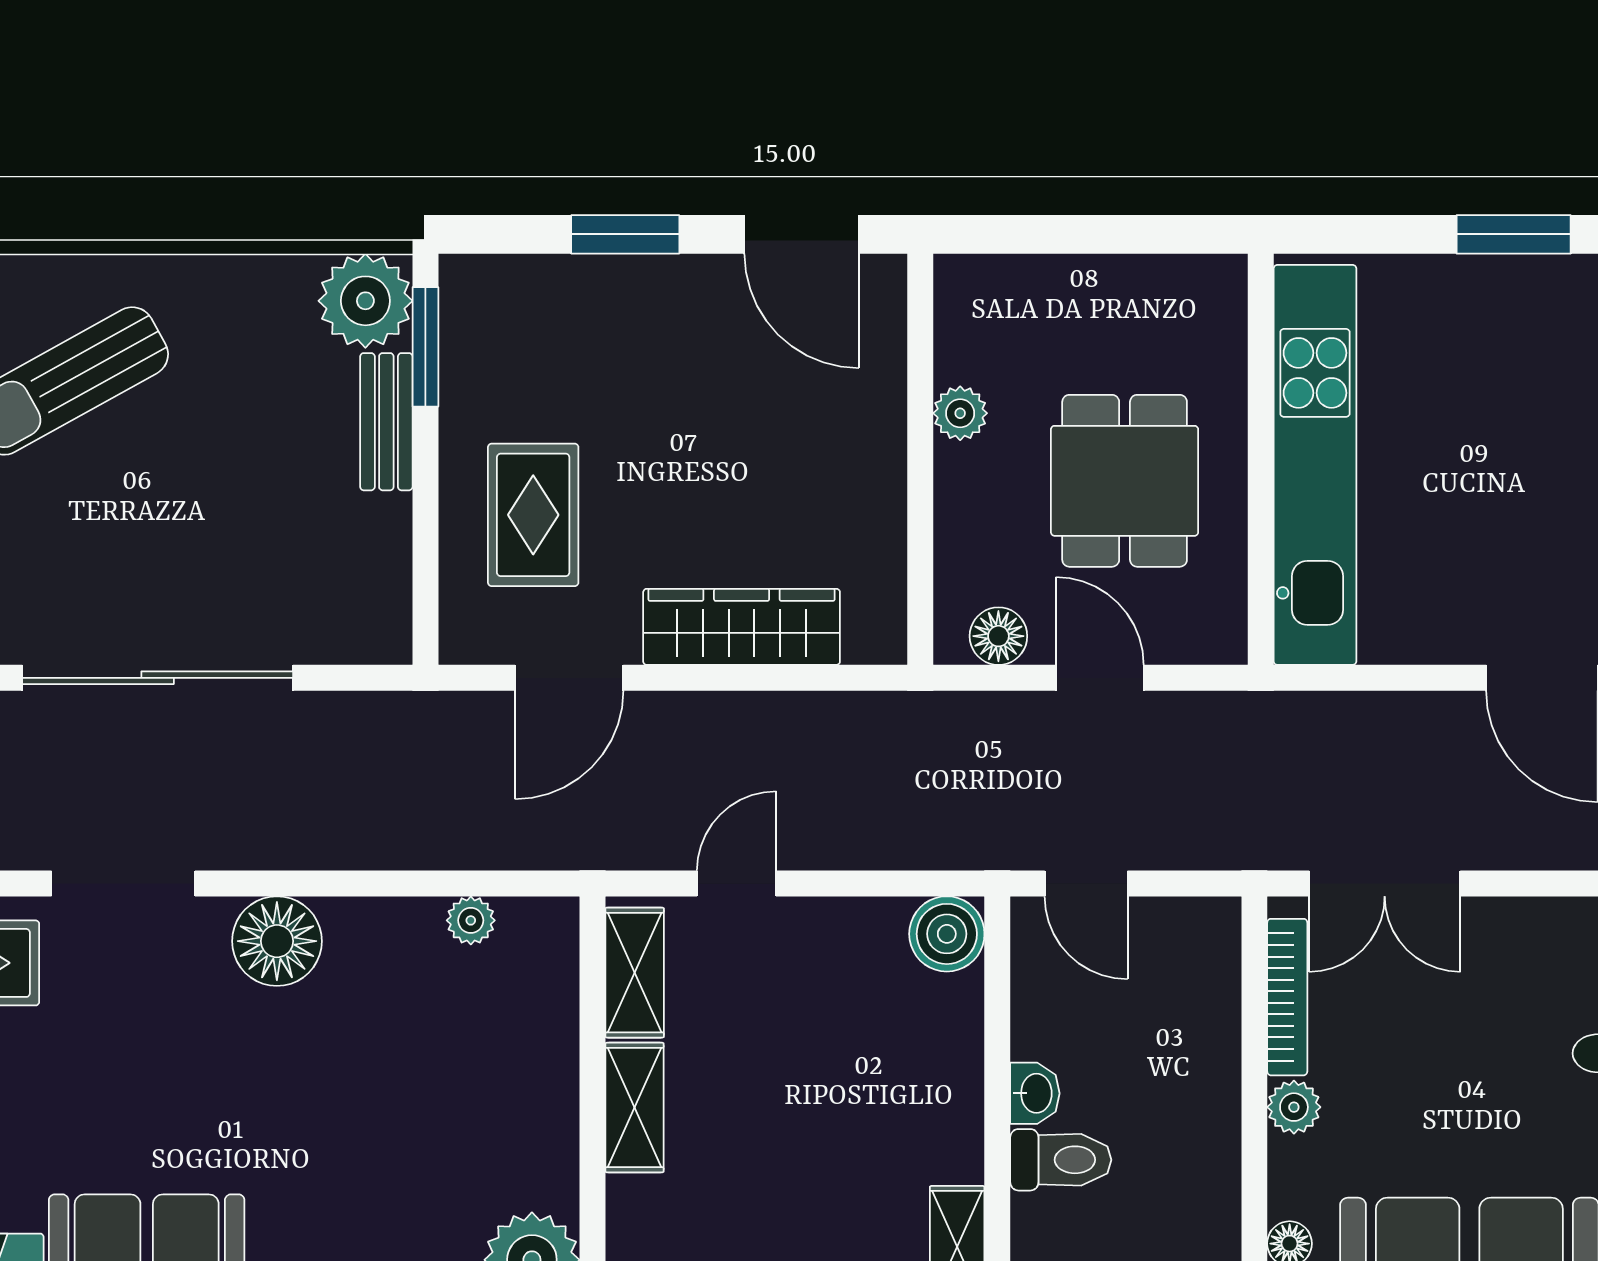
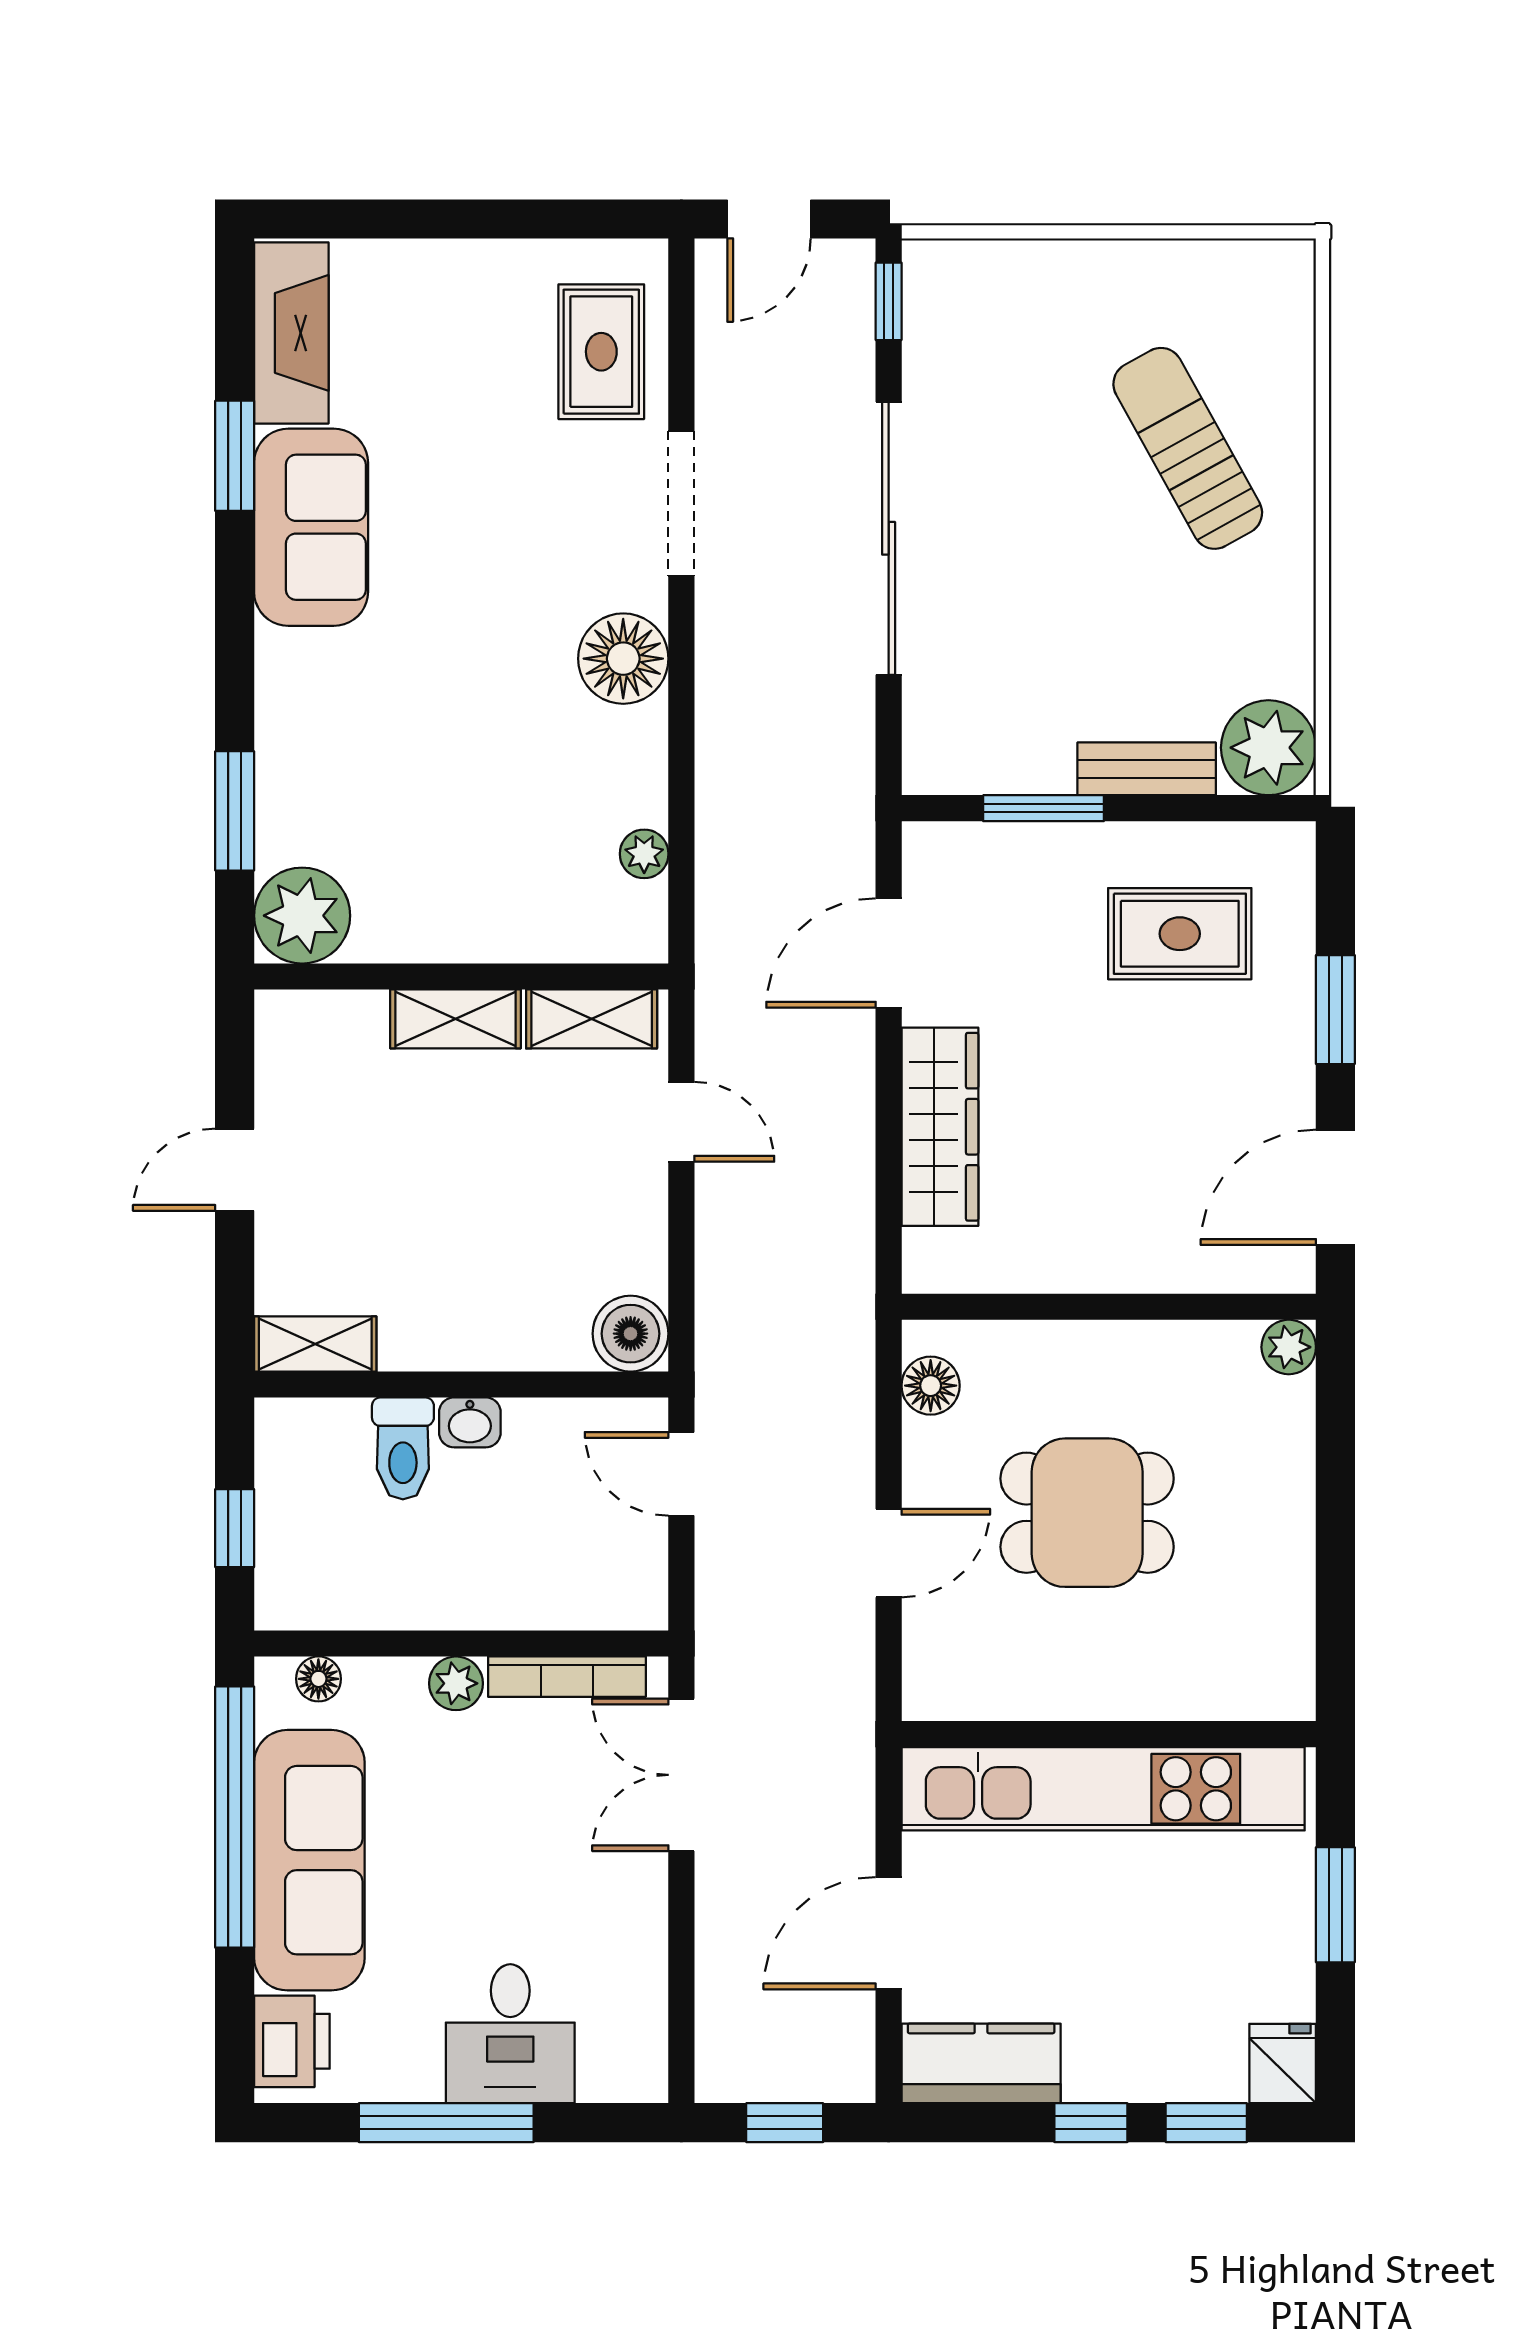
window: (425, 347) -> (1043, 808), moved
plant: (960, 413) -> (1289, 1347), moved
wall: (1261, 459) -> (1109, 1734), moved
kitchen unit: (1315, 465) -> (1103, 1789), moved
rug: (533, 515) -> (1180, 934), moved
door: (569, 678) -> (889, 953), hinge flipped
door: (1100, 678) -> (889, 1553), moved
door: (1086, 883) -> (681, 1474), hinge flipped

